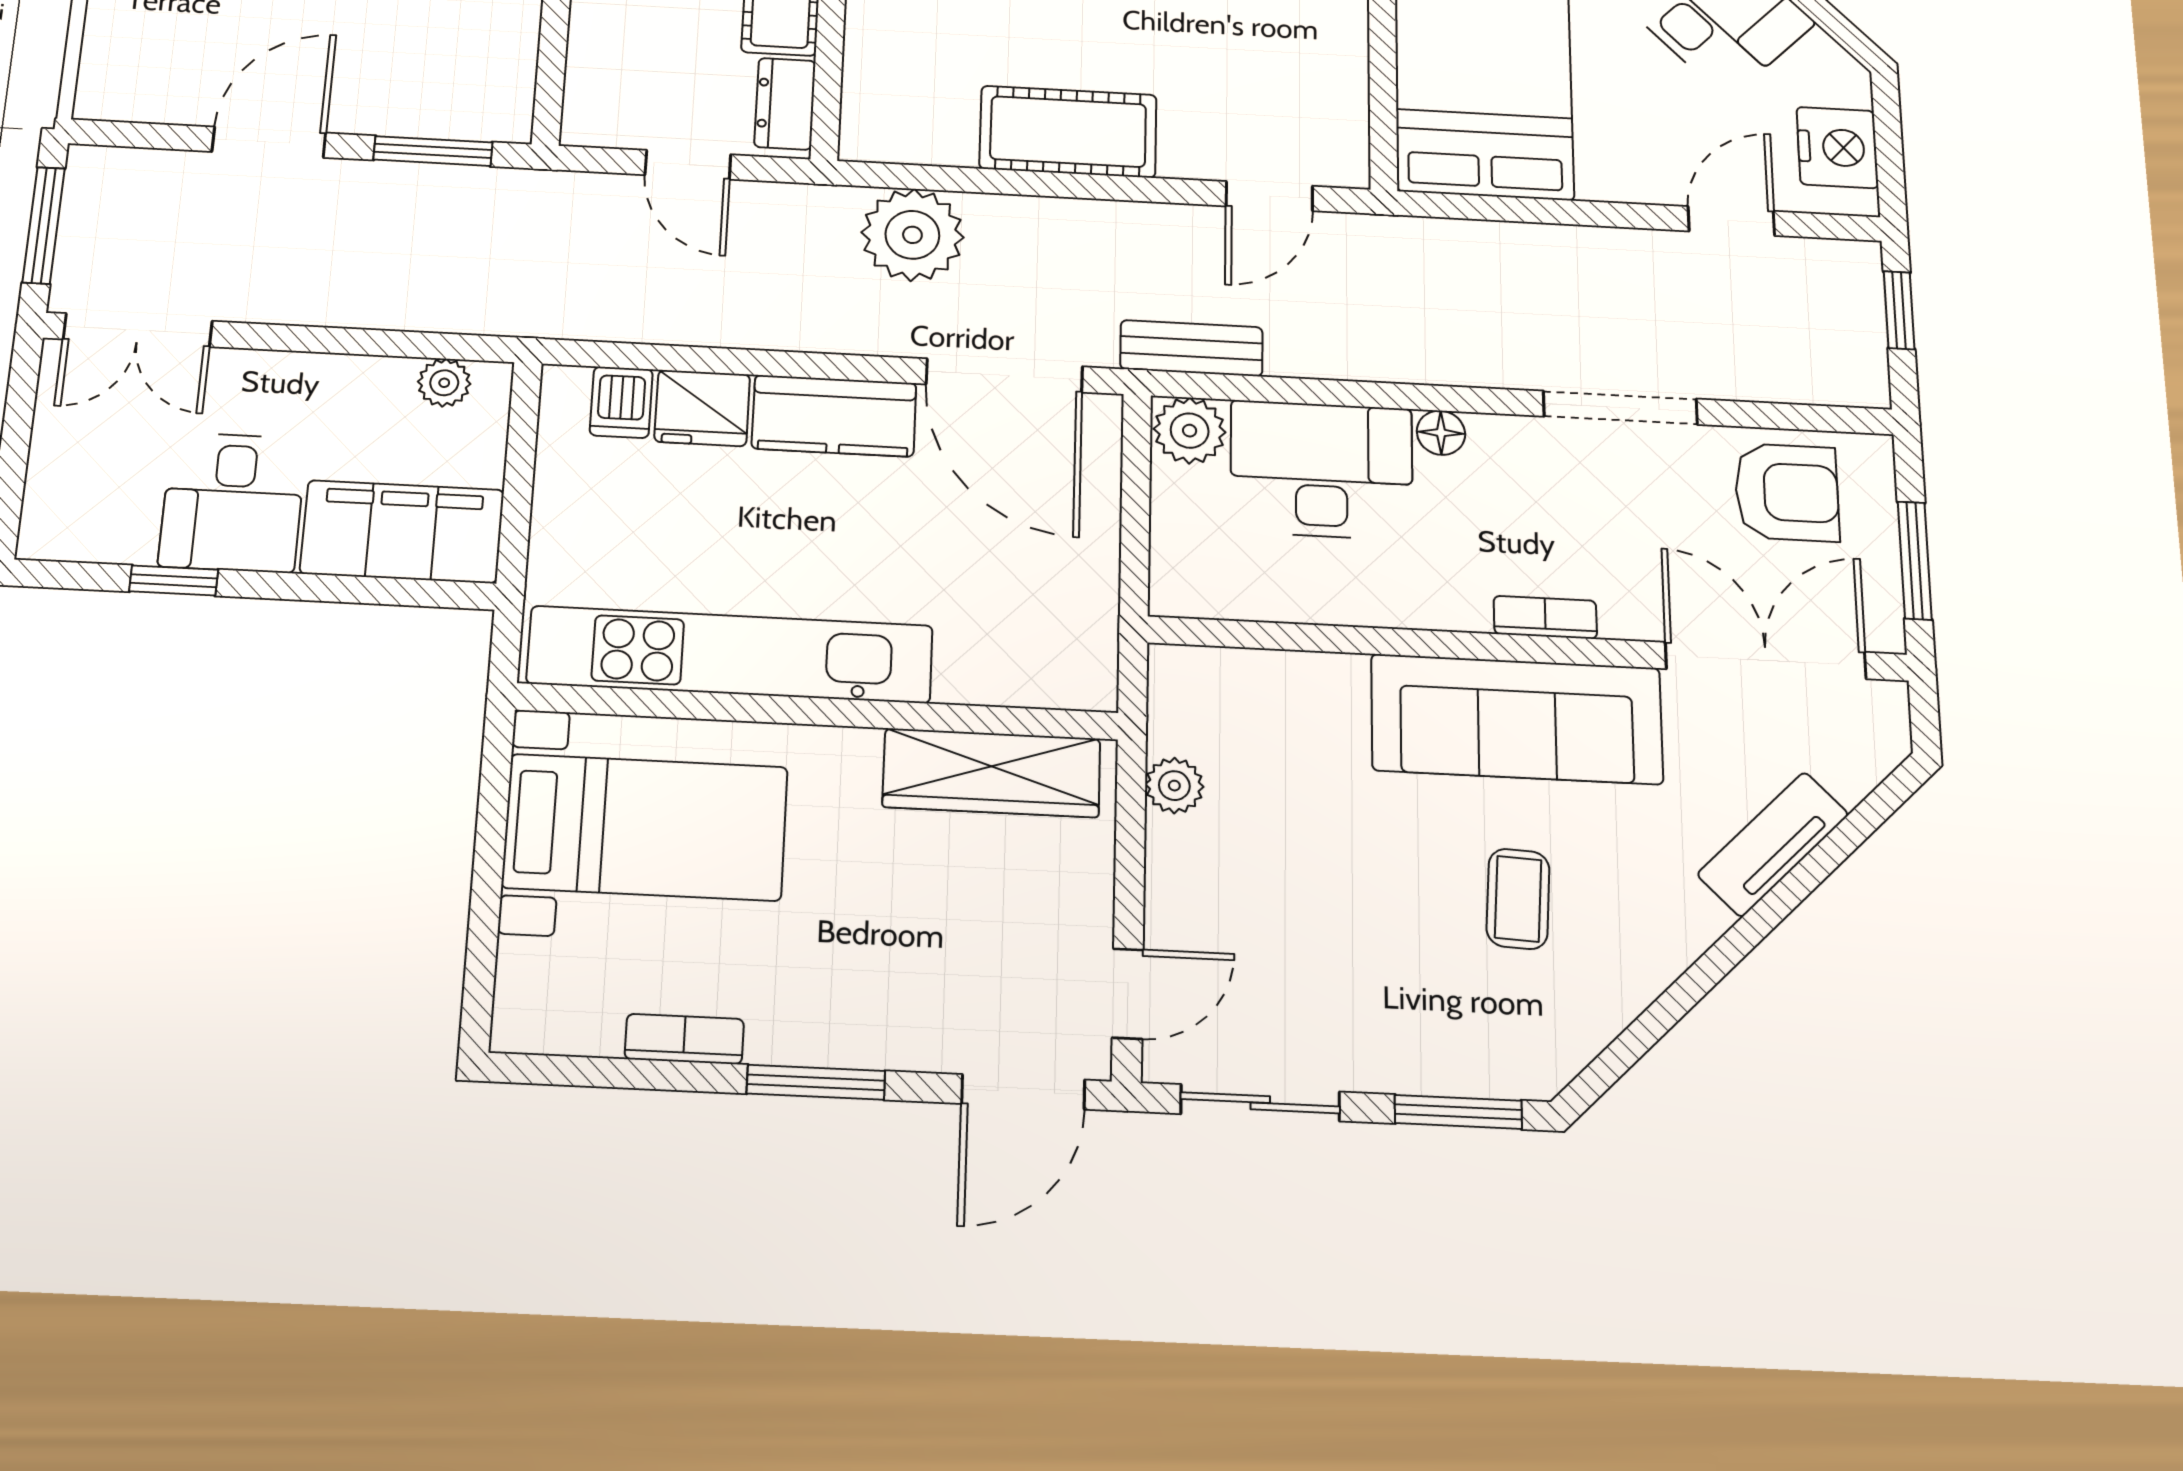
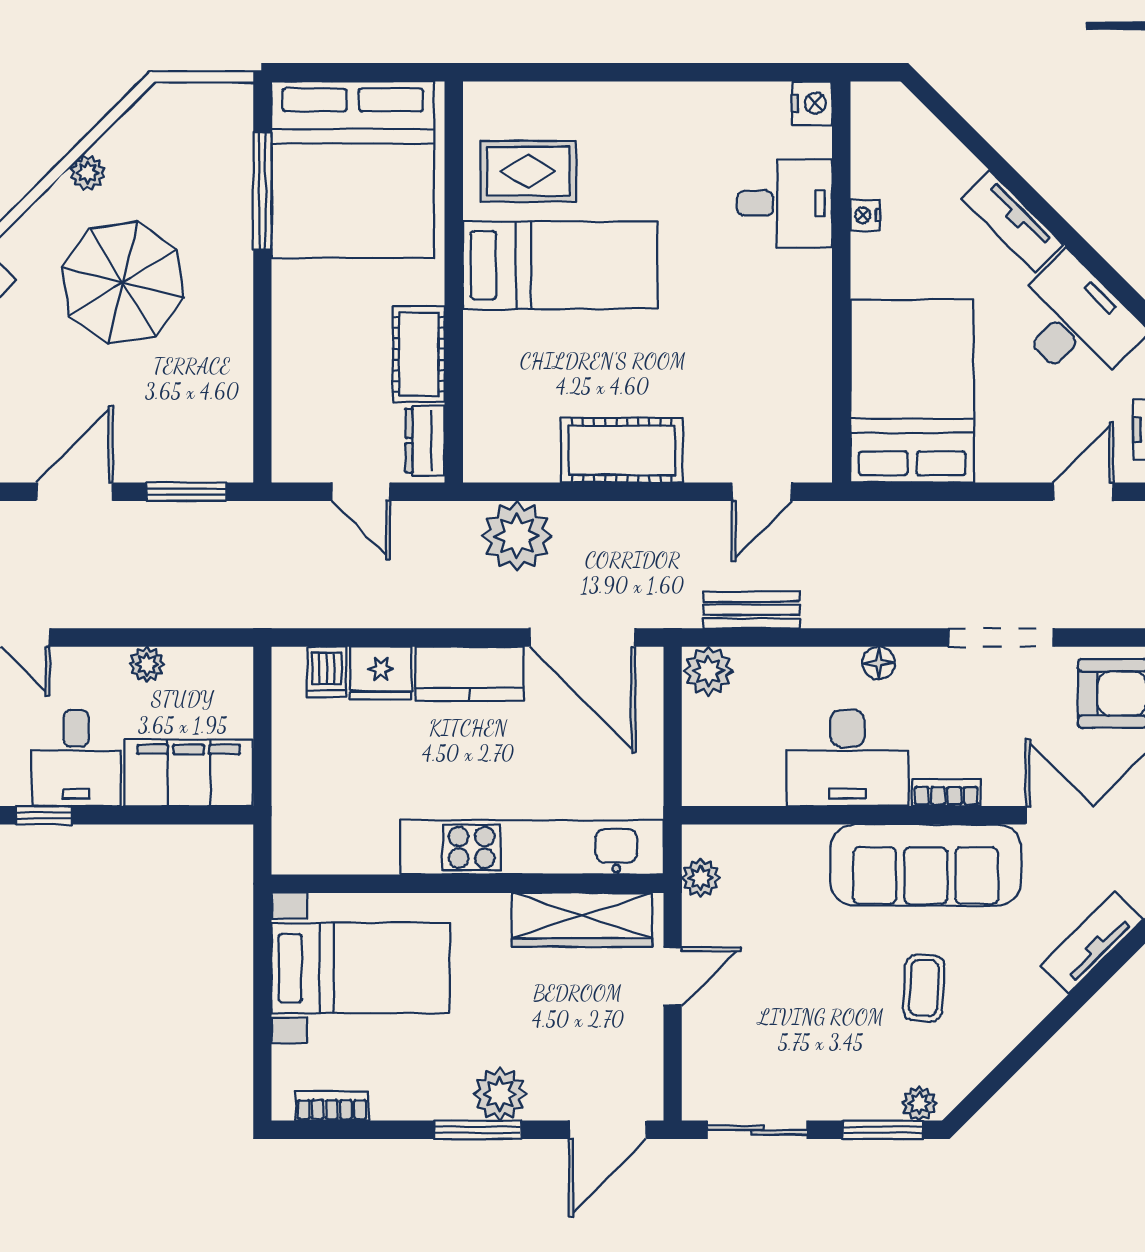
bench: (1191, 348) -> (751, 610), moved
plant: (444, 383) -> (147, 664), moved
desk: (1322, 470) -> (847, 758), moved, turned 180
kitchen unit: (730, 655) -> (532, 847), moved
plant: (1174, 786) -> (701, 878), moved
door: (1128, 994) -> (673, 977), moved
plant: (854, 1029) -> (500, 1094), added
bookcase: (684, 1039) -> (332, 1106), moved
plant: (1515, 1074) -> (919, 1103), added

